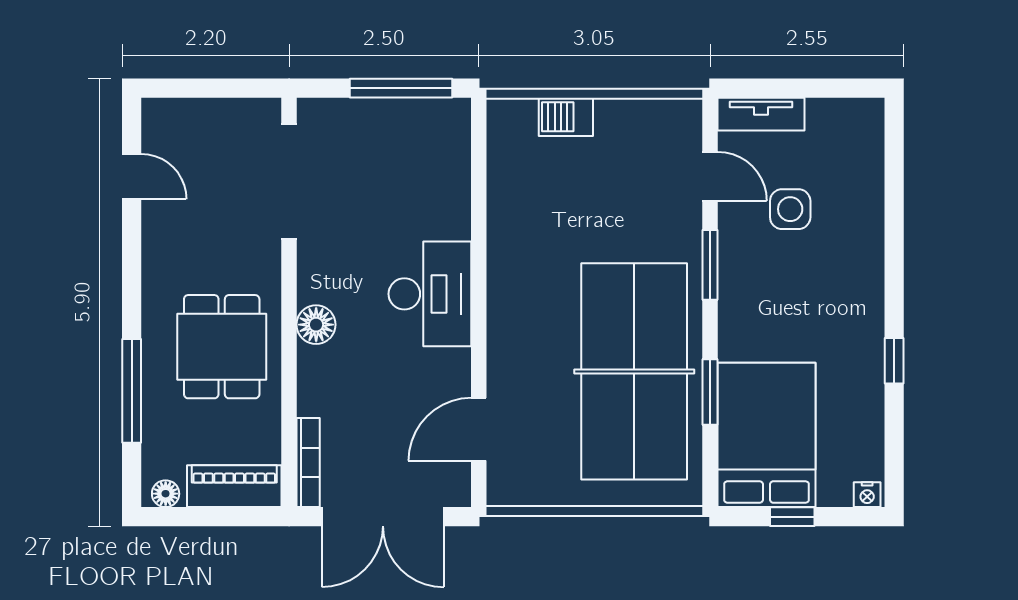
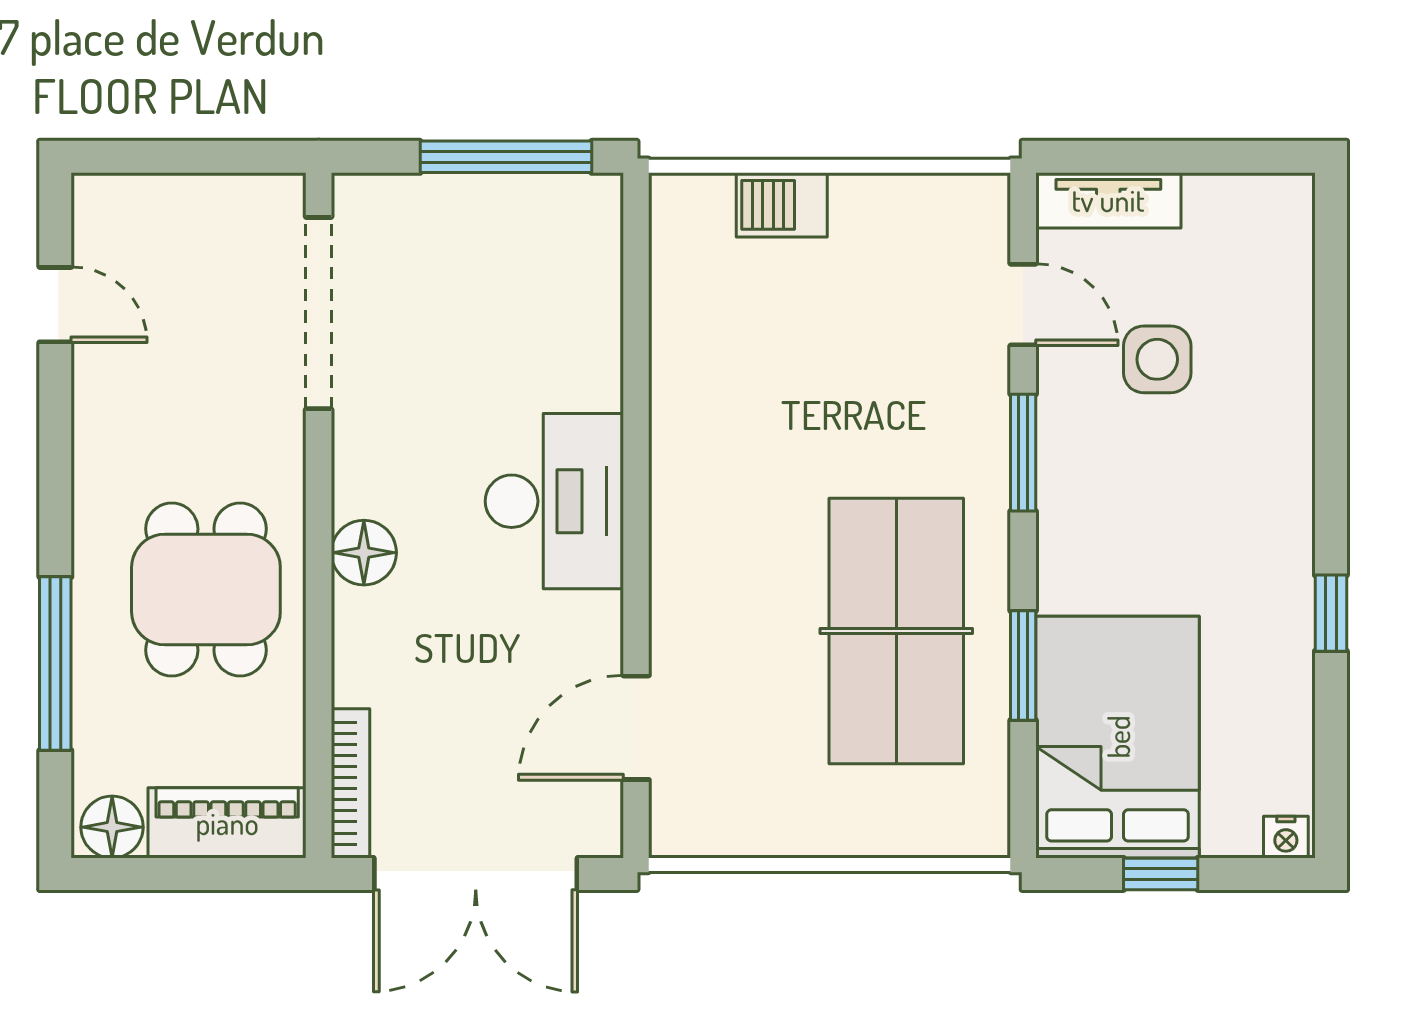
table tennis table: (634, 371) -> (896, 631), width x0.73, depth x0.76
floor lamp: (166, 494) -> (112, 827), width x1.37, depth x1.37

